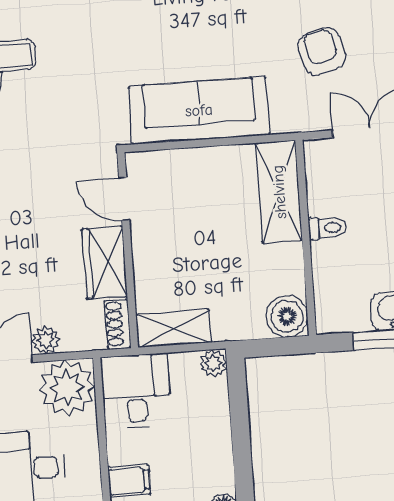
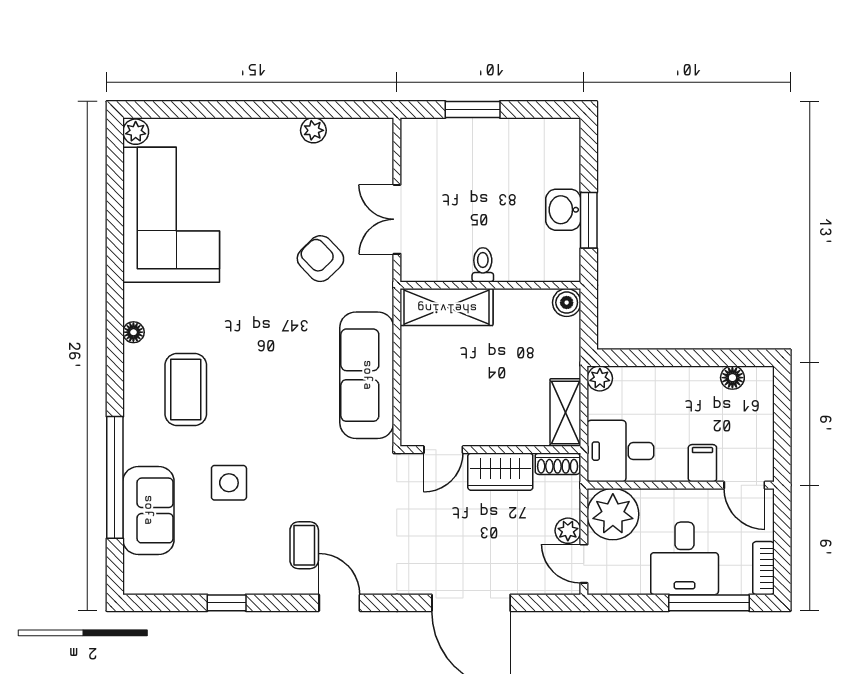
armchair: (322, 51) -> (320, 259), turned 60
boiler: (287, 316) -> (567, 303), width x0.73, depth x0.73

